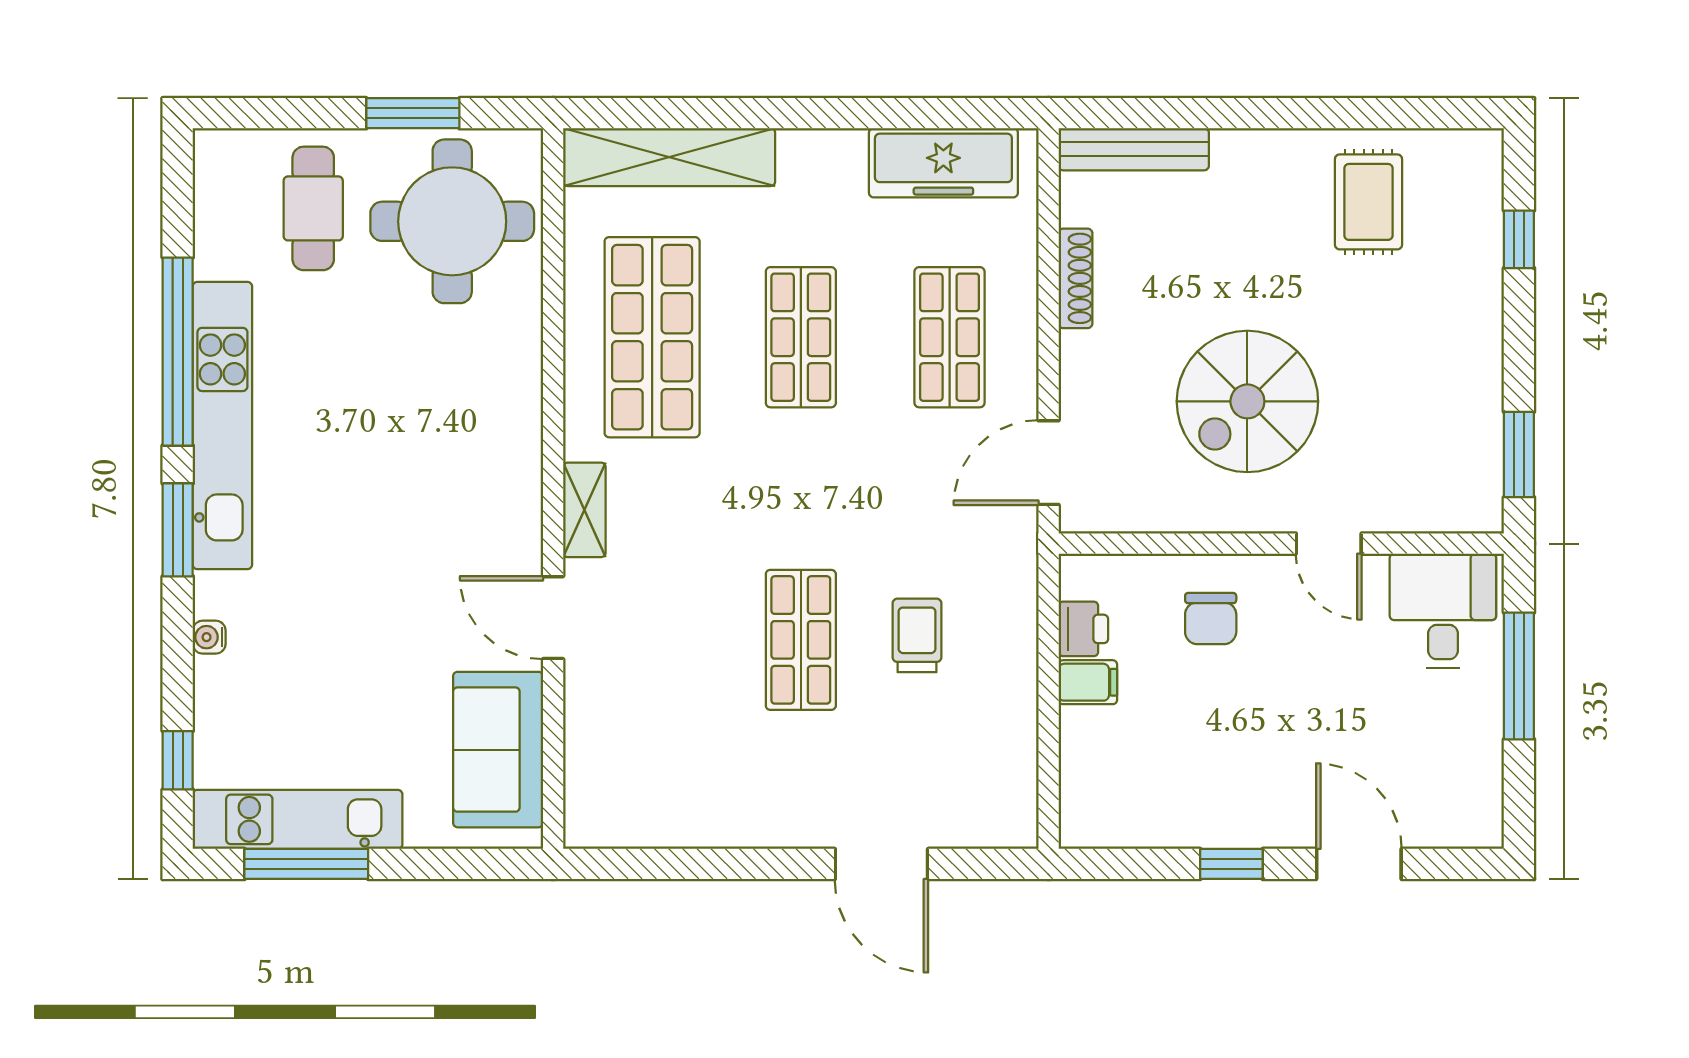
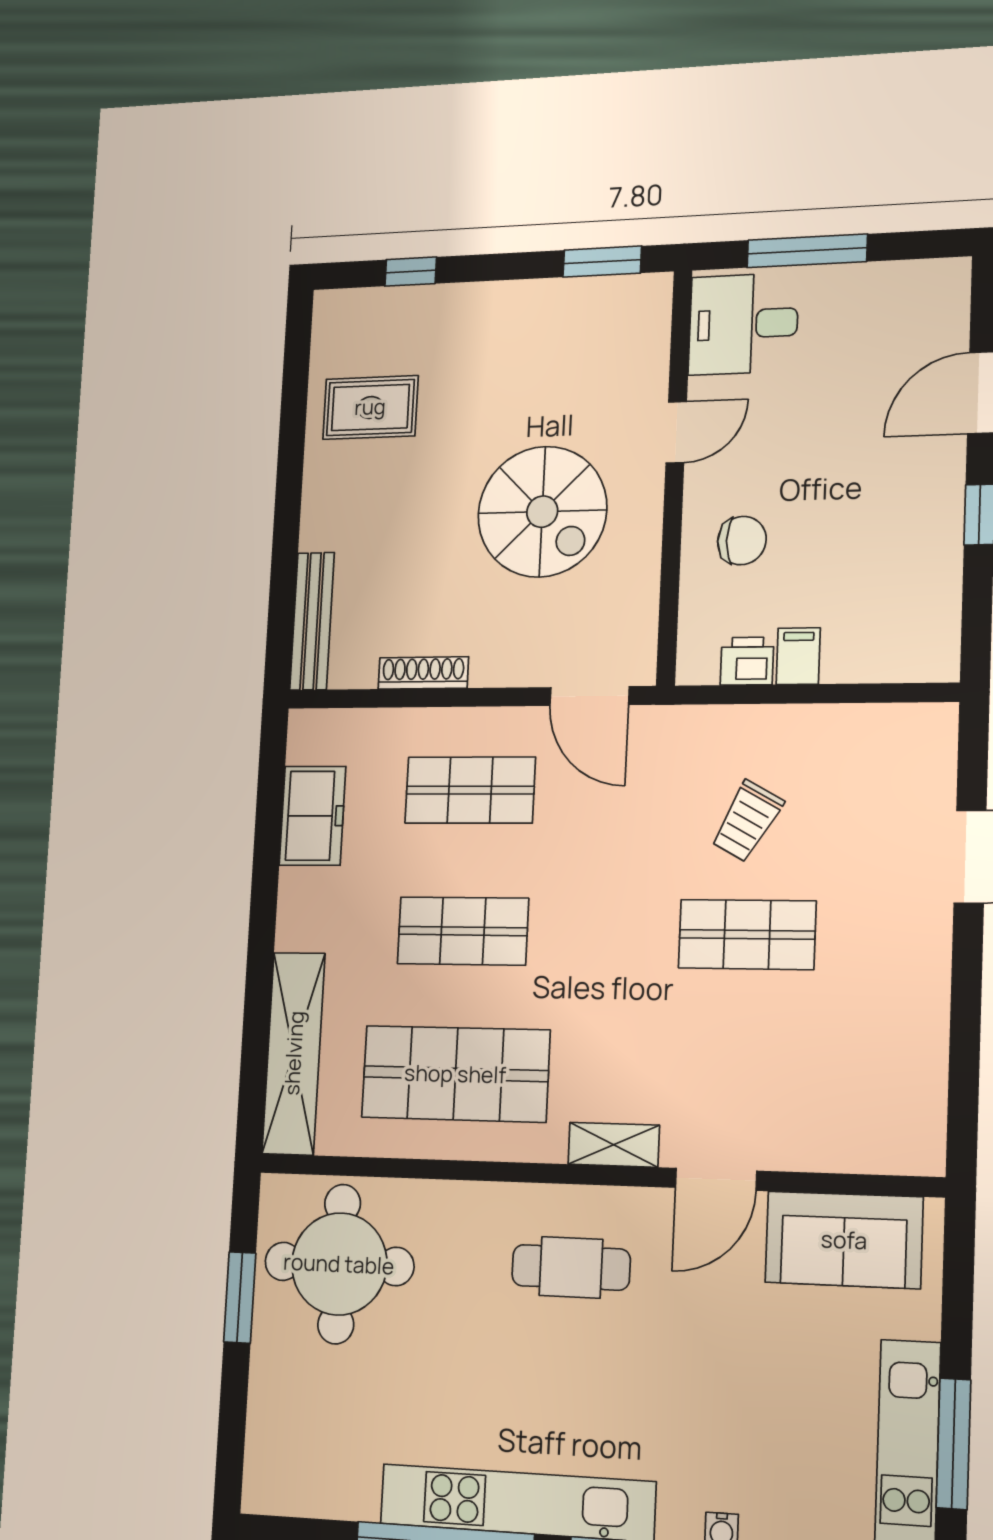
freezer: (943, 163) -> (312, 816), width x0.71
cafe table: (313, 208) -> (571, 1267), moved
trolley: (917, 635) -> (747, 821), turned -61

